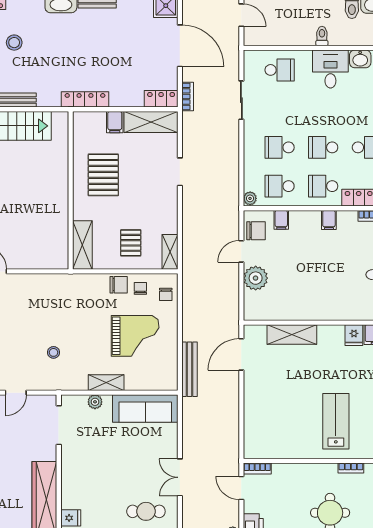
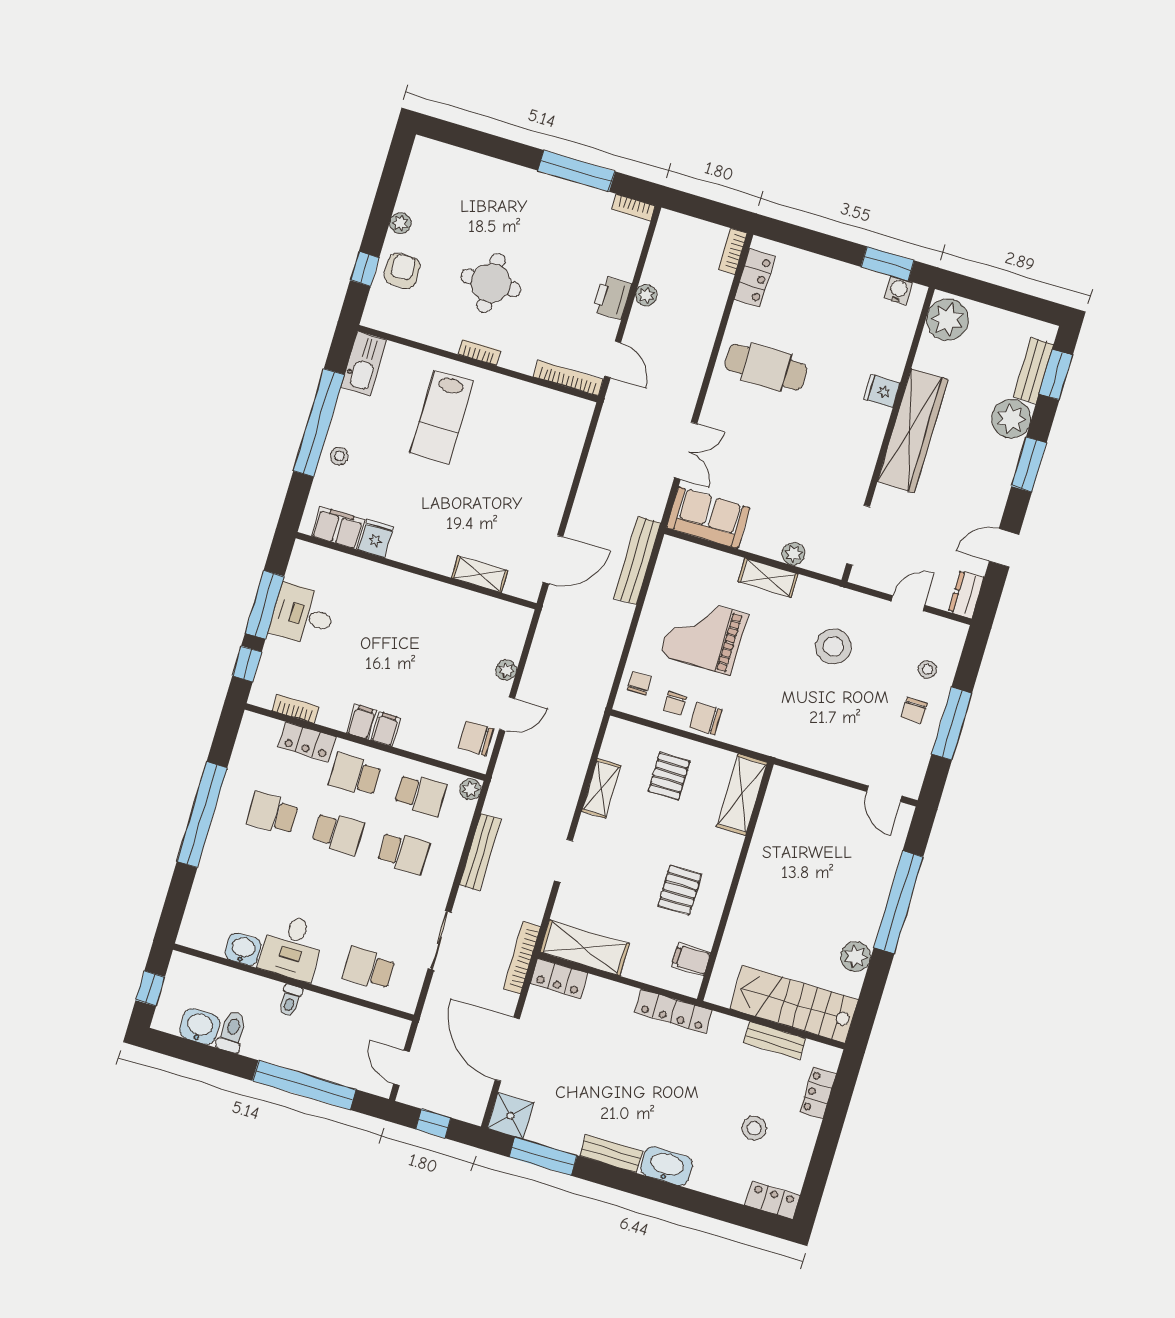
bookcase: (188, 96) -> (522, 958), width x1.56
filing cabinet: (115, 122) -> (691, 959), moved, turned -90
bench: (233, 162) -> (480, 852), added
pallet: (103, 175) -> (680, 890), width x0.67, depth x0.71
school desk: (323, 186) -> (355, 775), turned 180
filing cabinet: (281, 220) -> (385, 729), moved
shelving: (170, 252) -> (601, 788), moved
plant: (256, 278) -> (506, 670), width x0.53, depth x0.53
shelving: (292, 335) -> (480, 574), width x0.67, depth x0.75
stool: (53, 352) -> (833, 646), width x1.89, depth x1.89
sofa: (145, 408) -> (708, 518), width x0.73
bookcase: (257, 468) -> (568, 378), width x1.56
bookcase: (351, 468) -> (479, 352), moved
double door: (180, 477) -> (686, 451), moved
cafe table: (146, 511) -> (766, 367), width x1.37, depth x1.35

